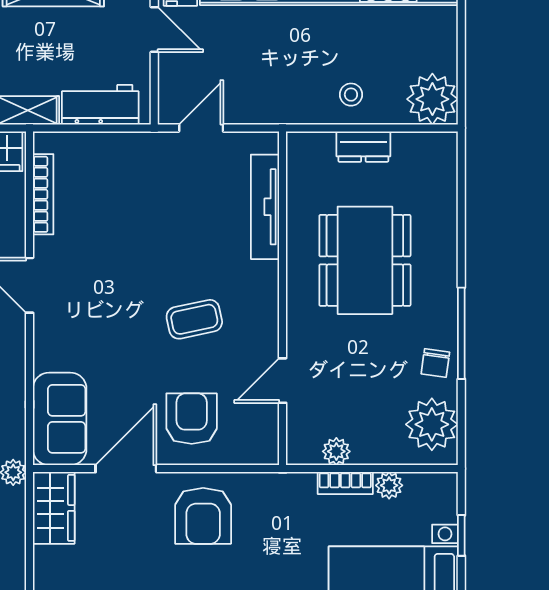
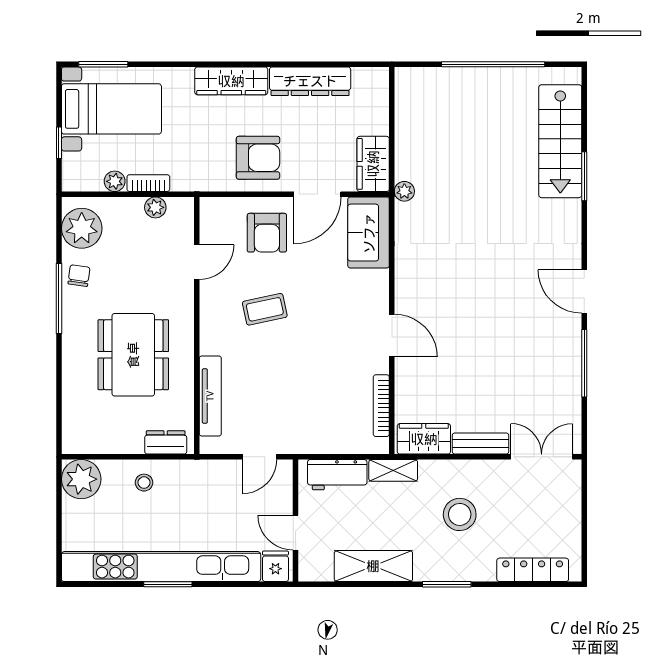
dresser: (363, 147) -> (166, 442), moved
armchair: (203, 516) -> (258, 158), turned 90

